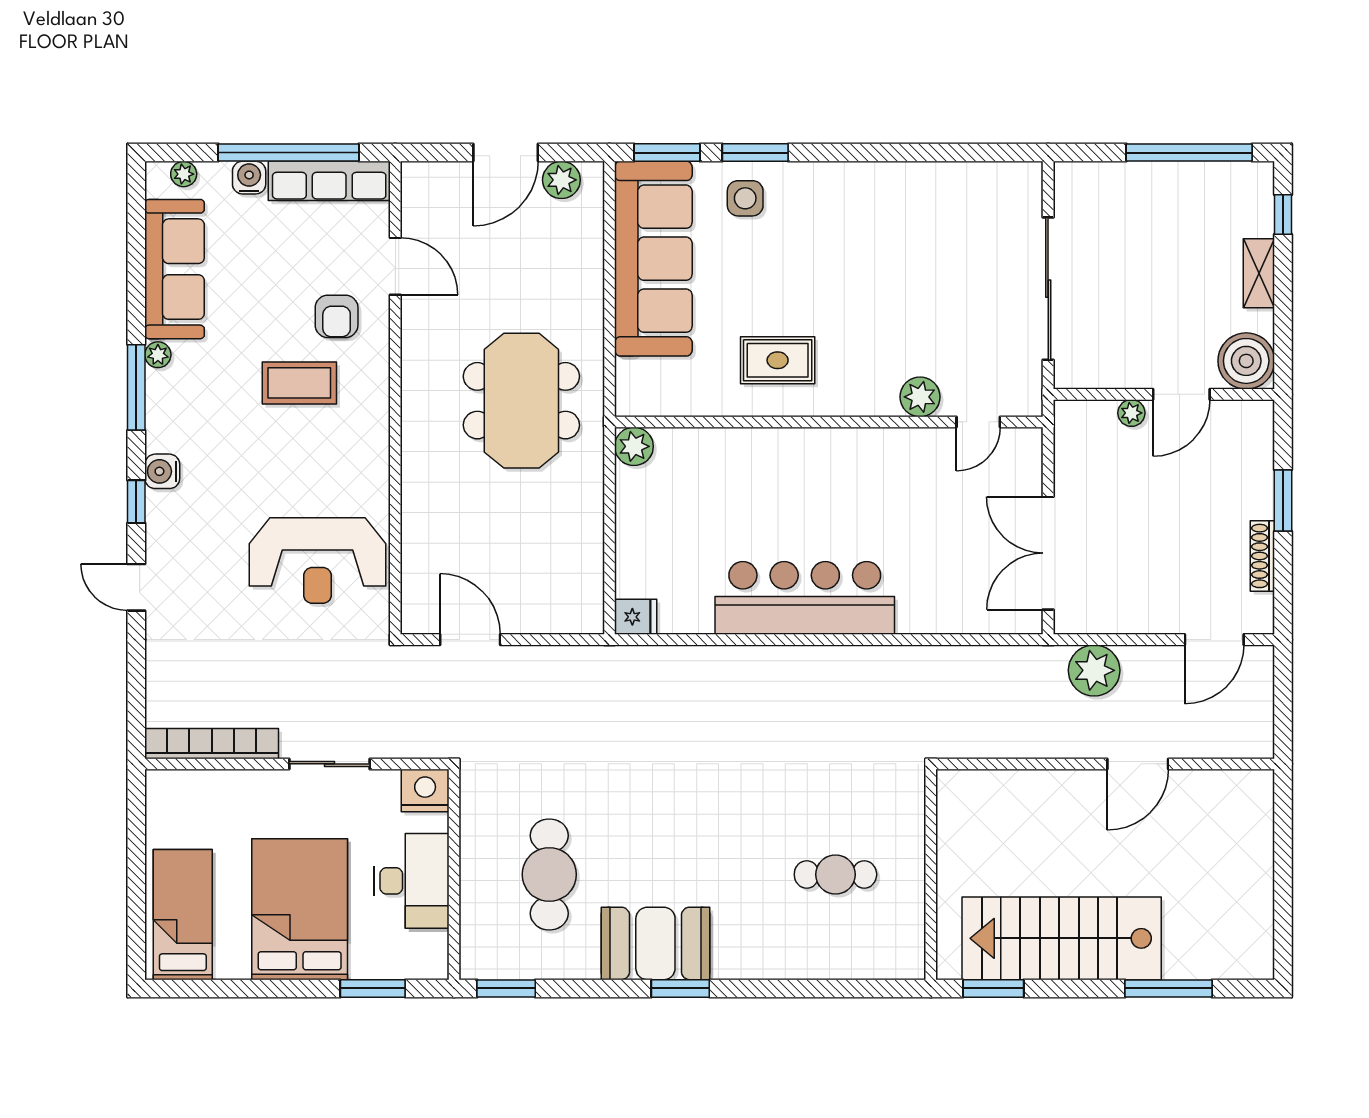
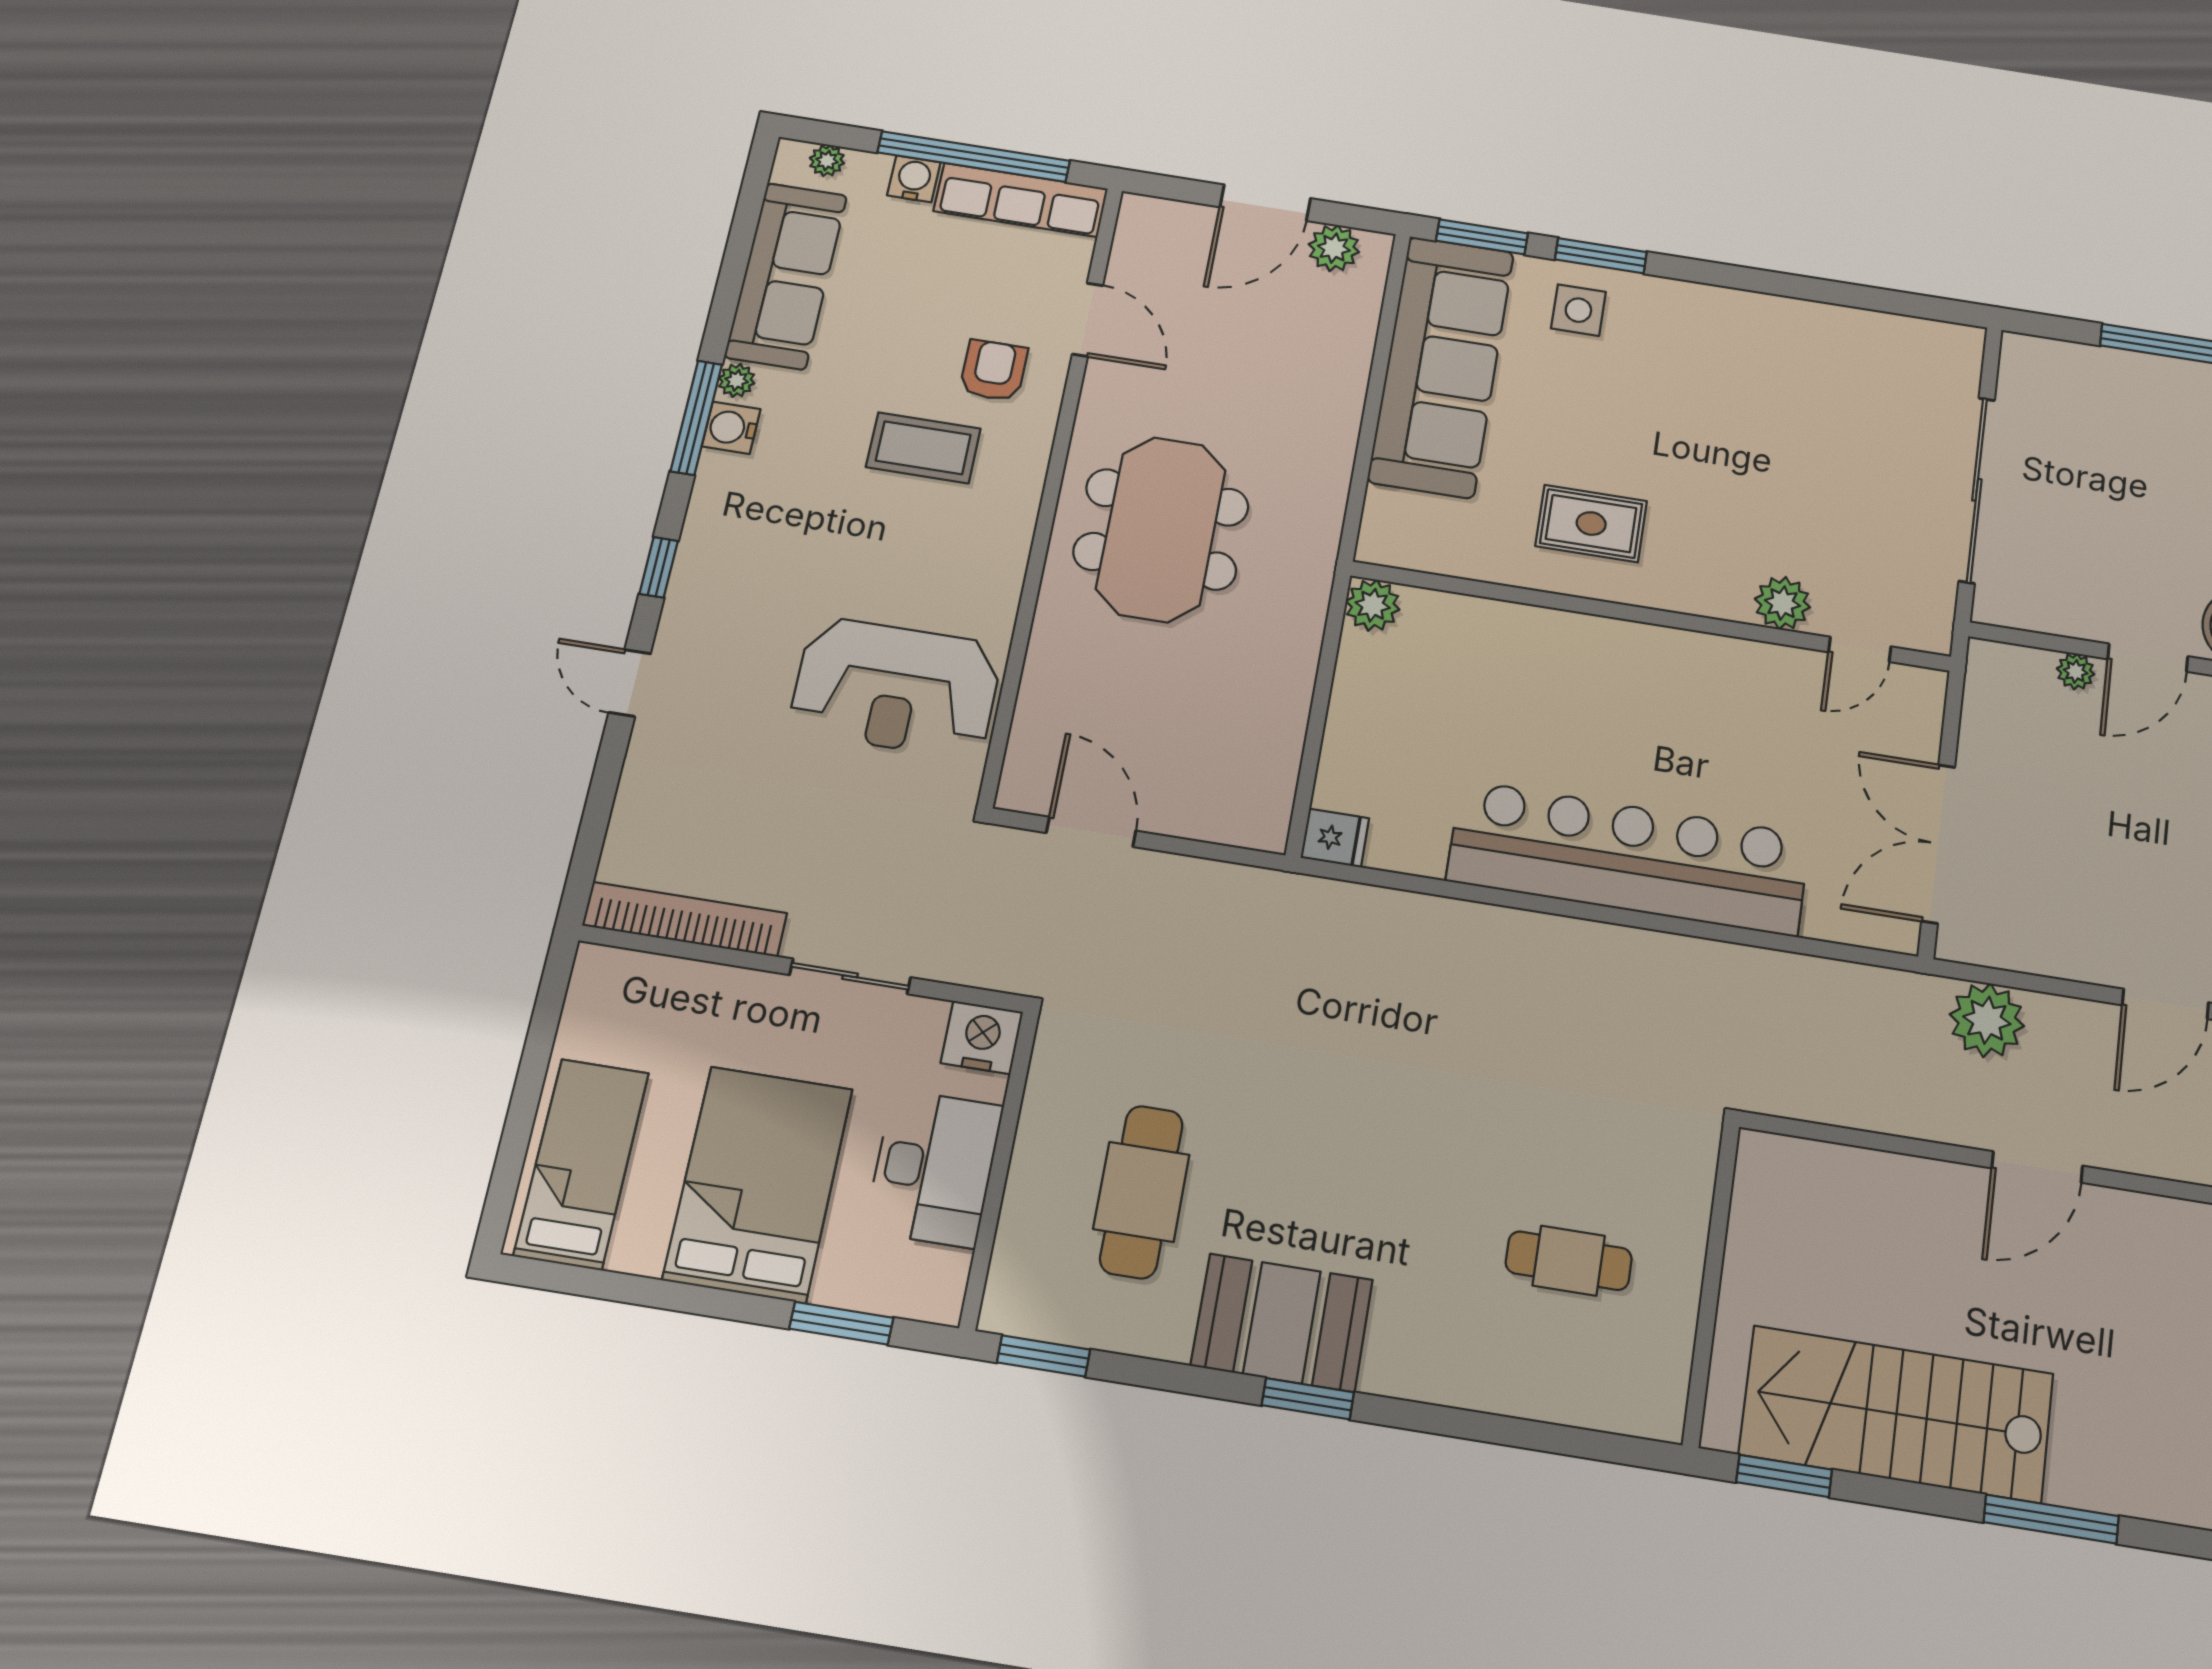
armchair: (337, 316) -> (994, 371), turned 180
meeting table: (521, 401) -> (1161, 529), moved
water cooler: (162, 471) -> (731, 428), moved
bar counter: (805, 598) -> (1628, 858), width x1.36

